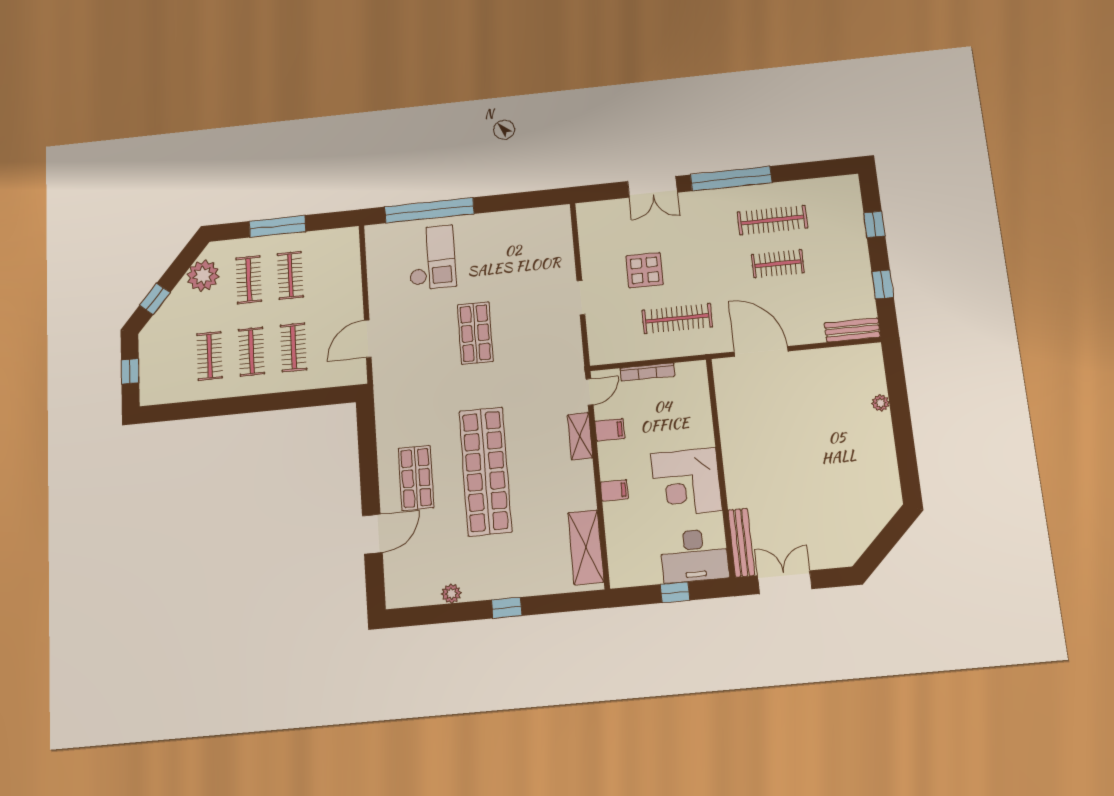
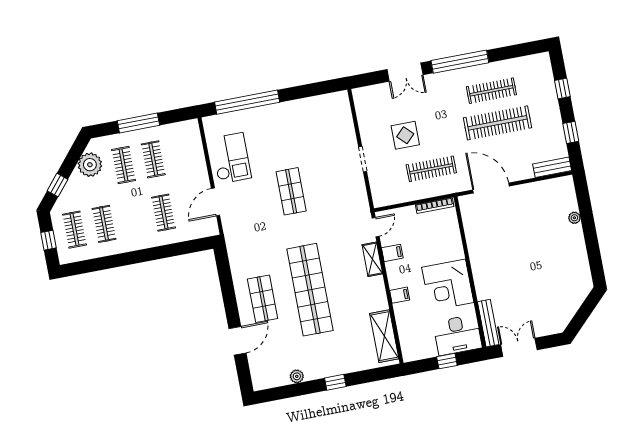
checkout: (432, 258) -> (231, 158), moved
clothes rail: (778, 264) -> (498, 123), width x1.86, depth x1.31
clothes rail: (251, 352) -> (74, 230), moved
bookcase: (647, 372) -> (435, 206), moved

